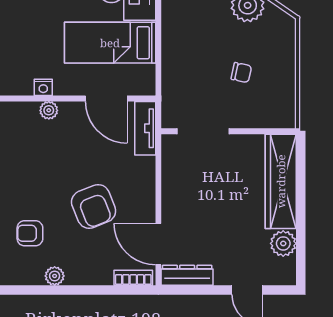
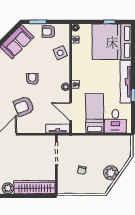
door: (106, 98) -> (71, 112), hinge flipped
armchair: (30, 233) -> (32, 79), moved

